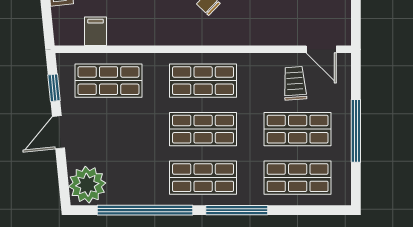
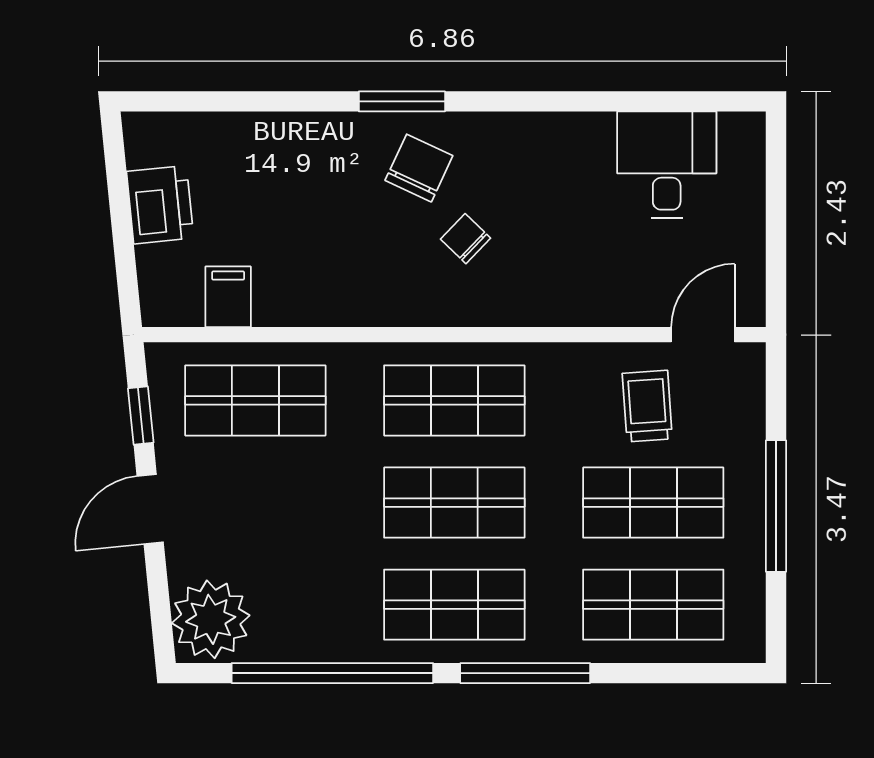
door: (321, 49) -> (703, 335), swing flipped

